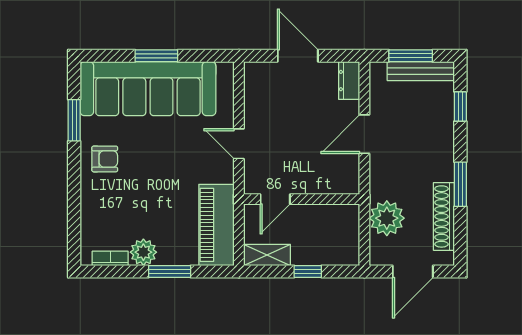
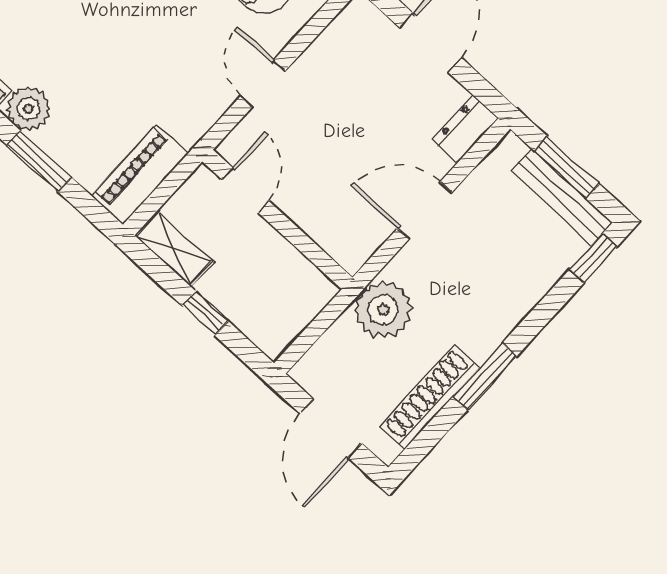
window: (460, 107) -> (594, 258), moved
door: (275, 199) -> (245, 190), swing flipped
plant: (387, 218) -> (383, 310), moved
piano: (216, 225) -> (140, 174), width x0.73, depth x0.75
door: (413, 271) -> (331, 429), hinge flipped

